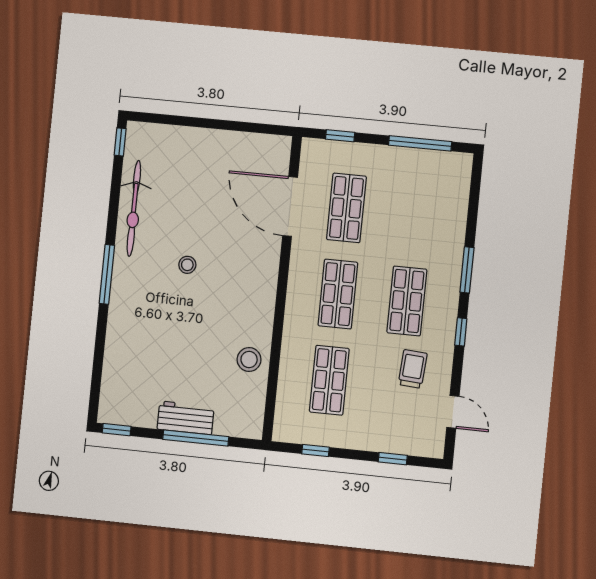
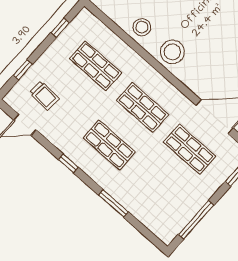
stool: (187, 265) -> (172, 52), moved, width x1.89, depth x1.89
window: (467, 270) -> (113, 203), moved
trolley: (413, 369) -> (44, 96), moved

